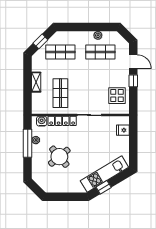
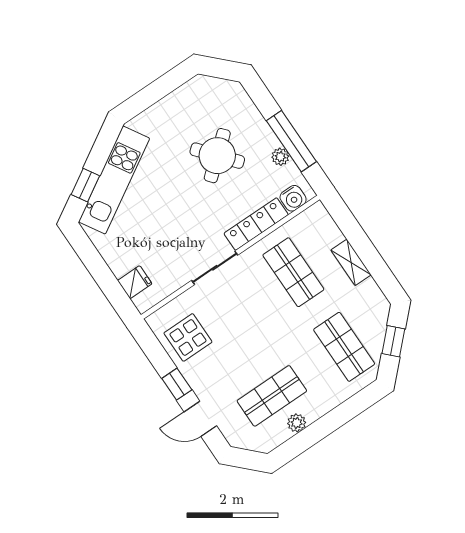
shop shelf: (60, 52) -> (344, 347), turned 90
window: (104, 187) -> (85, 185), moved

